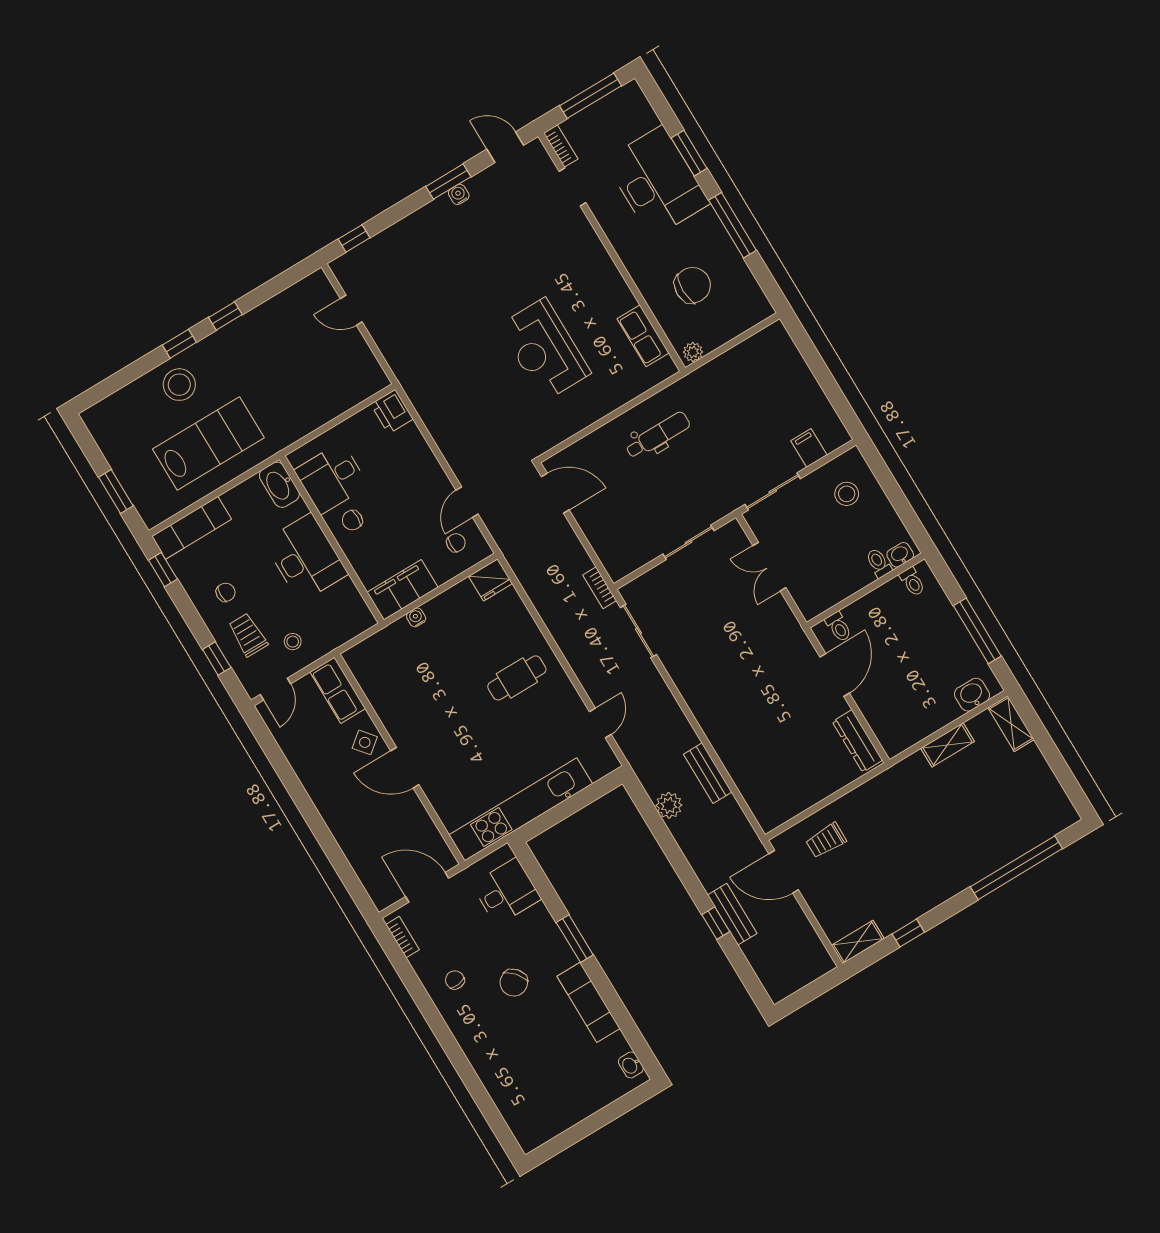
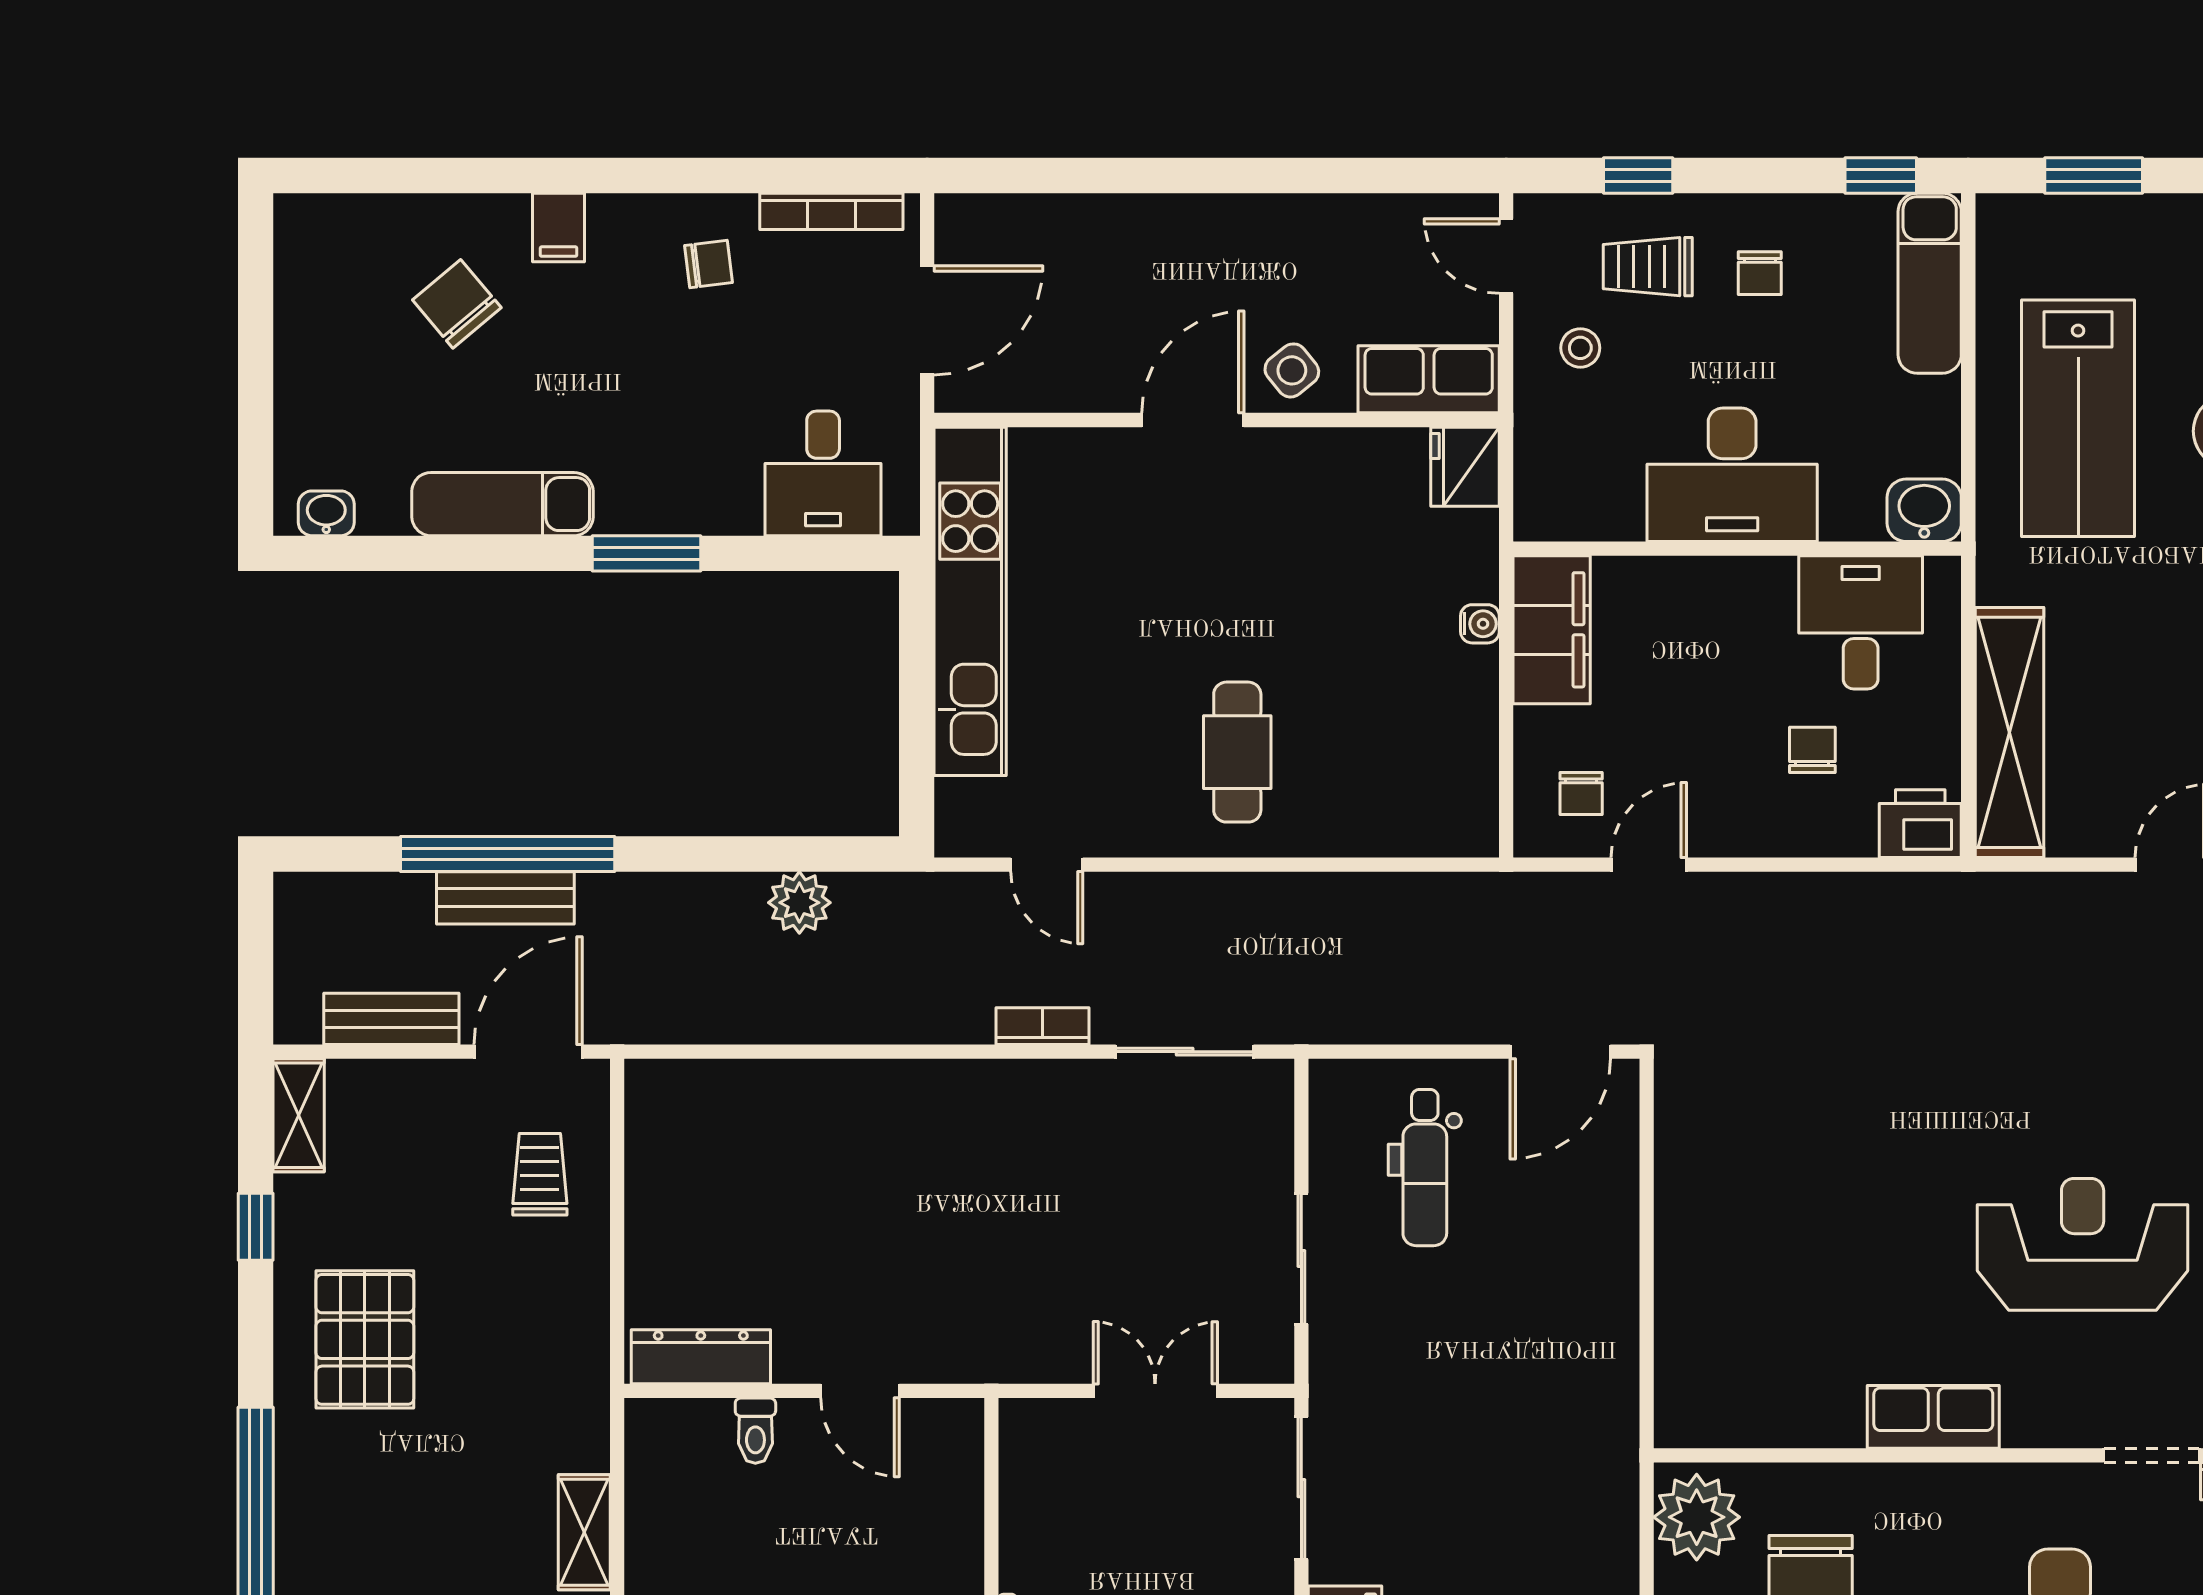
row of seats: (643, 336) -> (1933, 1417), moved
reception desk: (545, 349) -> (2083, 1244), moved
plant: (693, 352) -> (1697, 1517), width x1.88, depth x1.88
shelving: (339, 399) -> (2009, 732), added
dental chair: (658, 435) -> (1425, 1168), moved
washbasin: (279, 485) -> (1924, 510), width x0.72
door: (467, 502) -> (1649, 865), hinge flipped
chair: (352, 520) -> (1812, 750), moved
fridge: (491, 580) -> (1465, 467), moved
bookcase: (600, 588) -> (1042, 1026), moved
toilet: (838, 627) -> (755, 1431), moved, turned -90
trolley: (248, 635) -> (1648, 267), turned 180
door: (835, 675) -> (860, 1391), width x0.73
bench: (708, 773) -> (391, 1019), moved
pallet: (925, 868) -> (365, 1339), added
window: (716, 923) -> (508, 854), width x3.17
bookcase: (403, 937) -> (831, 211), width x1.56
chair: (514, 983) -> (457, 304), moved
filing cabinet: (475, 1043) -> (559, 227), added

